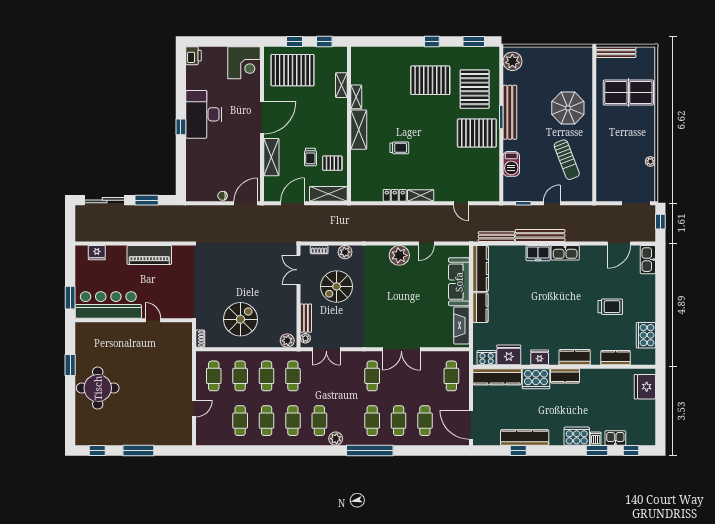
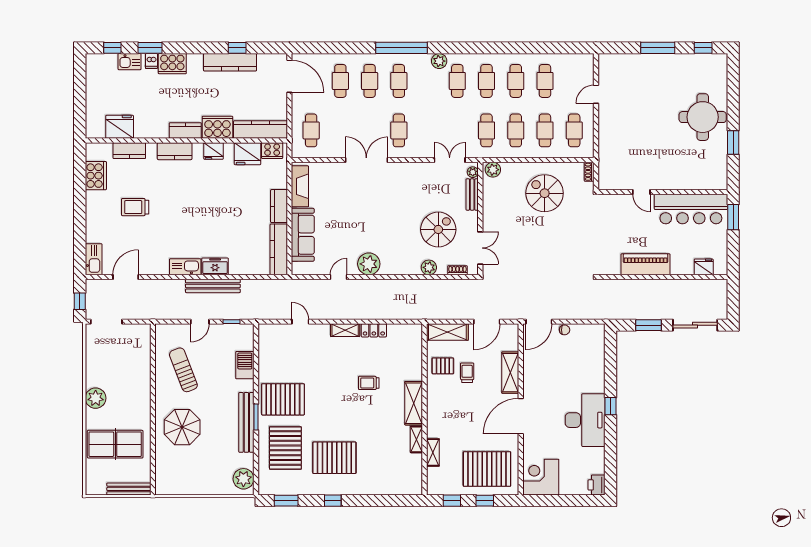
plant: (650, 161) -> (96, 398), moved, width x1.87, depth x1.87
bench: (496, 237) -> (261, 285), removed
spiral stairs: (240, 319) -> (545, 193), turned 90
fridge: (645, 387) -> (120, 127), moved, turned -90

